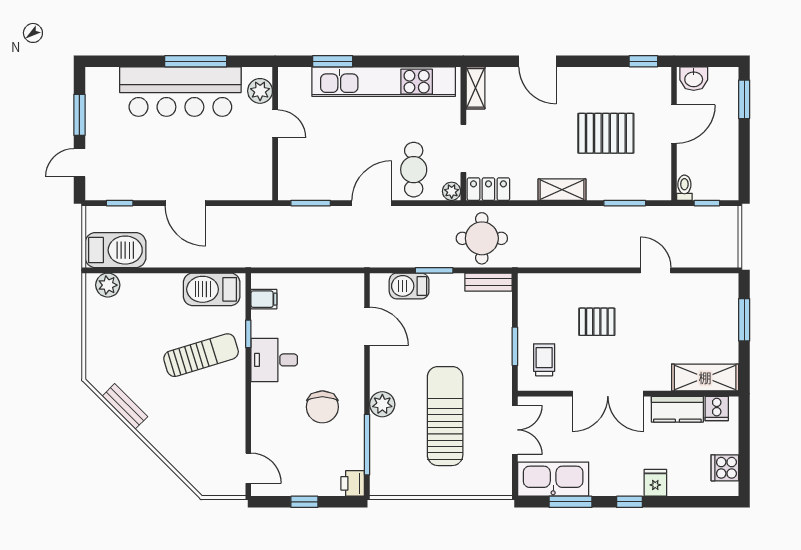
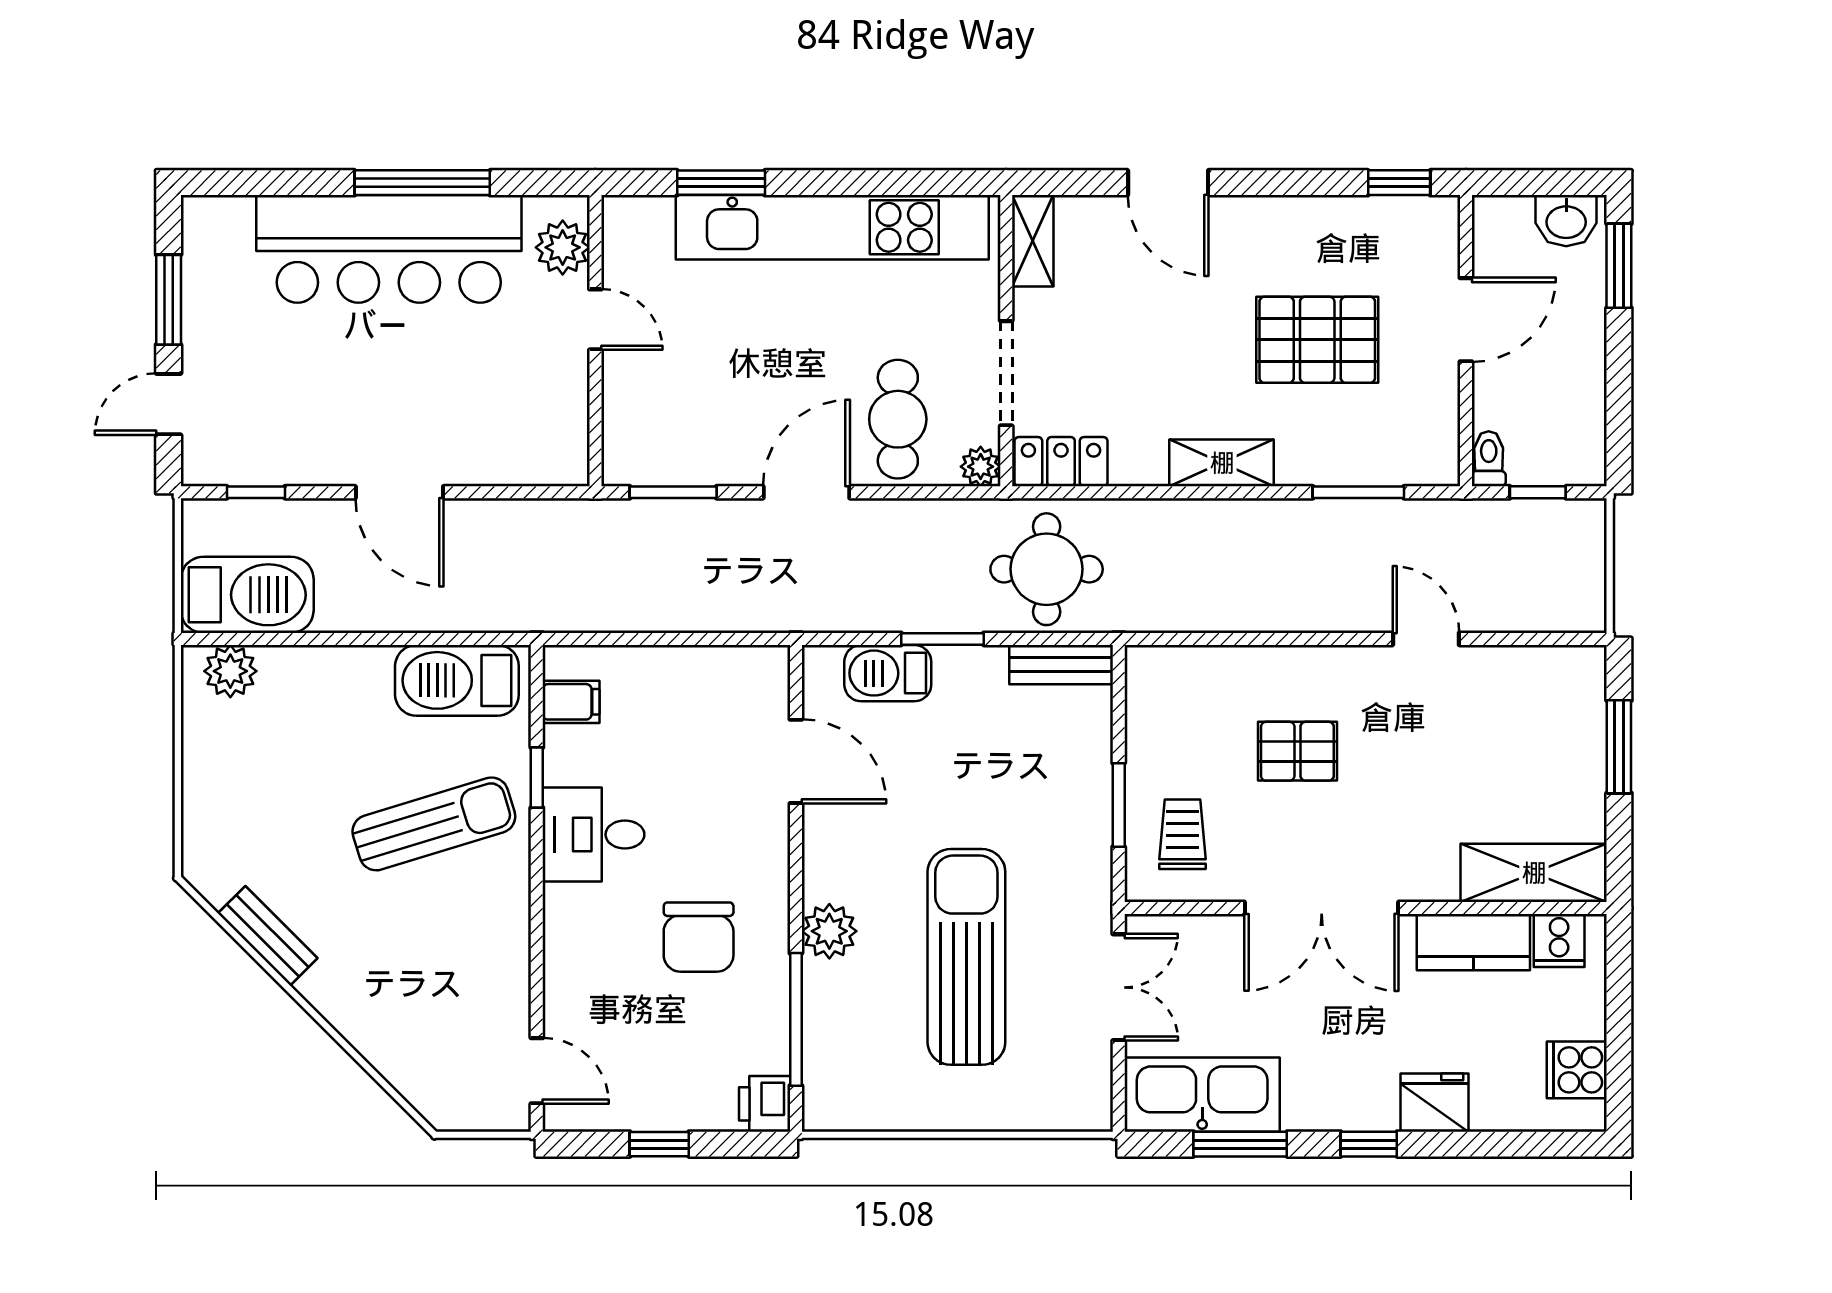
washbasin: (694, 79) -> (1566, 221), moved
fridge: (655, 483) -> (1435, 1103), width x1.38

